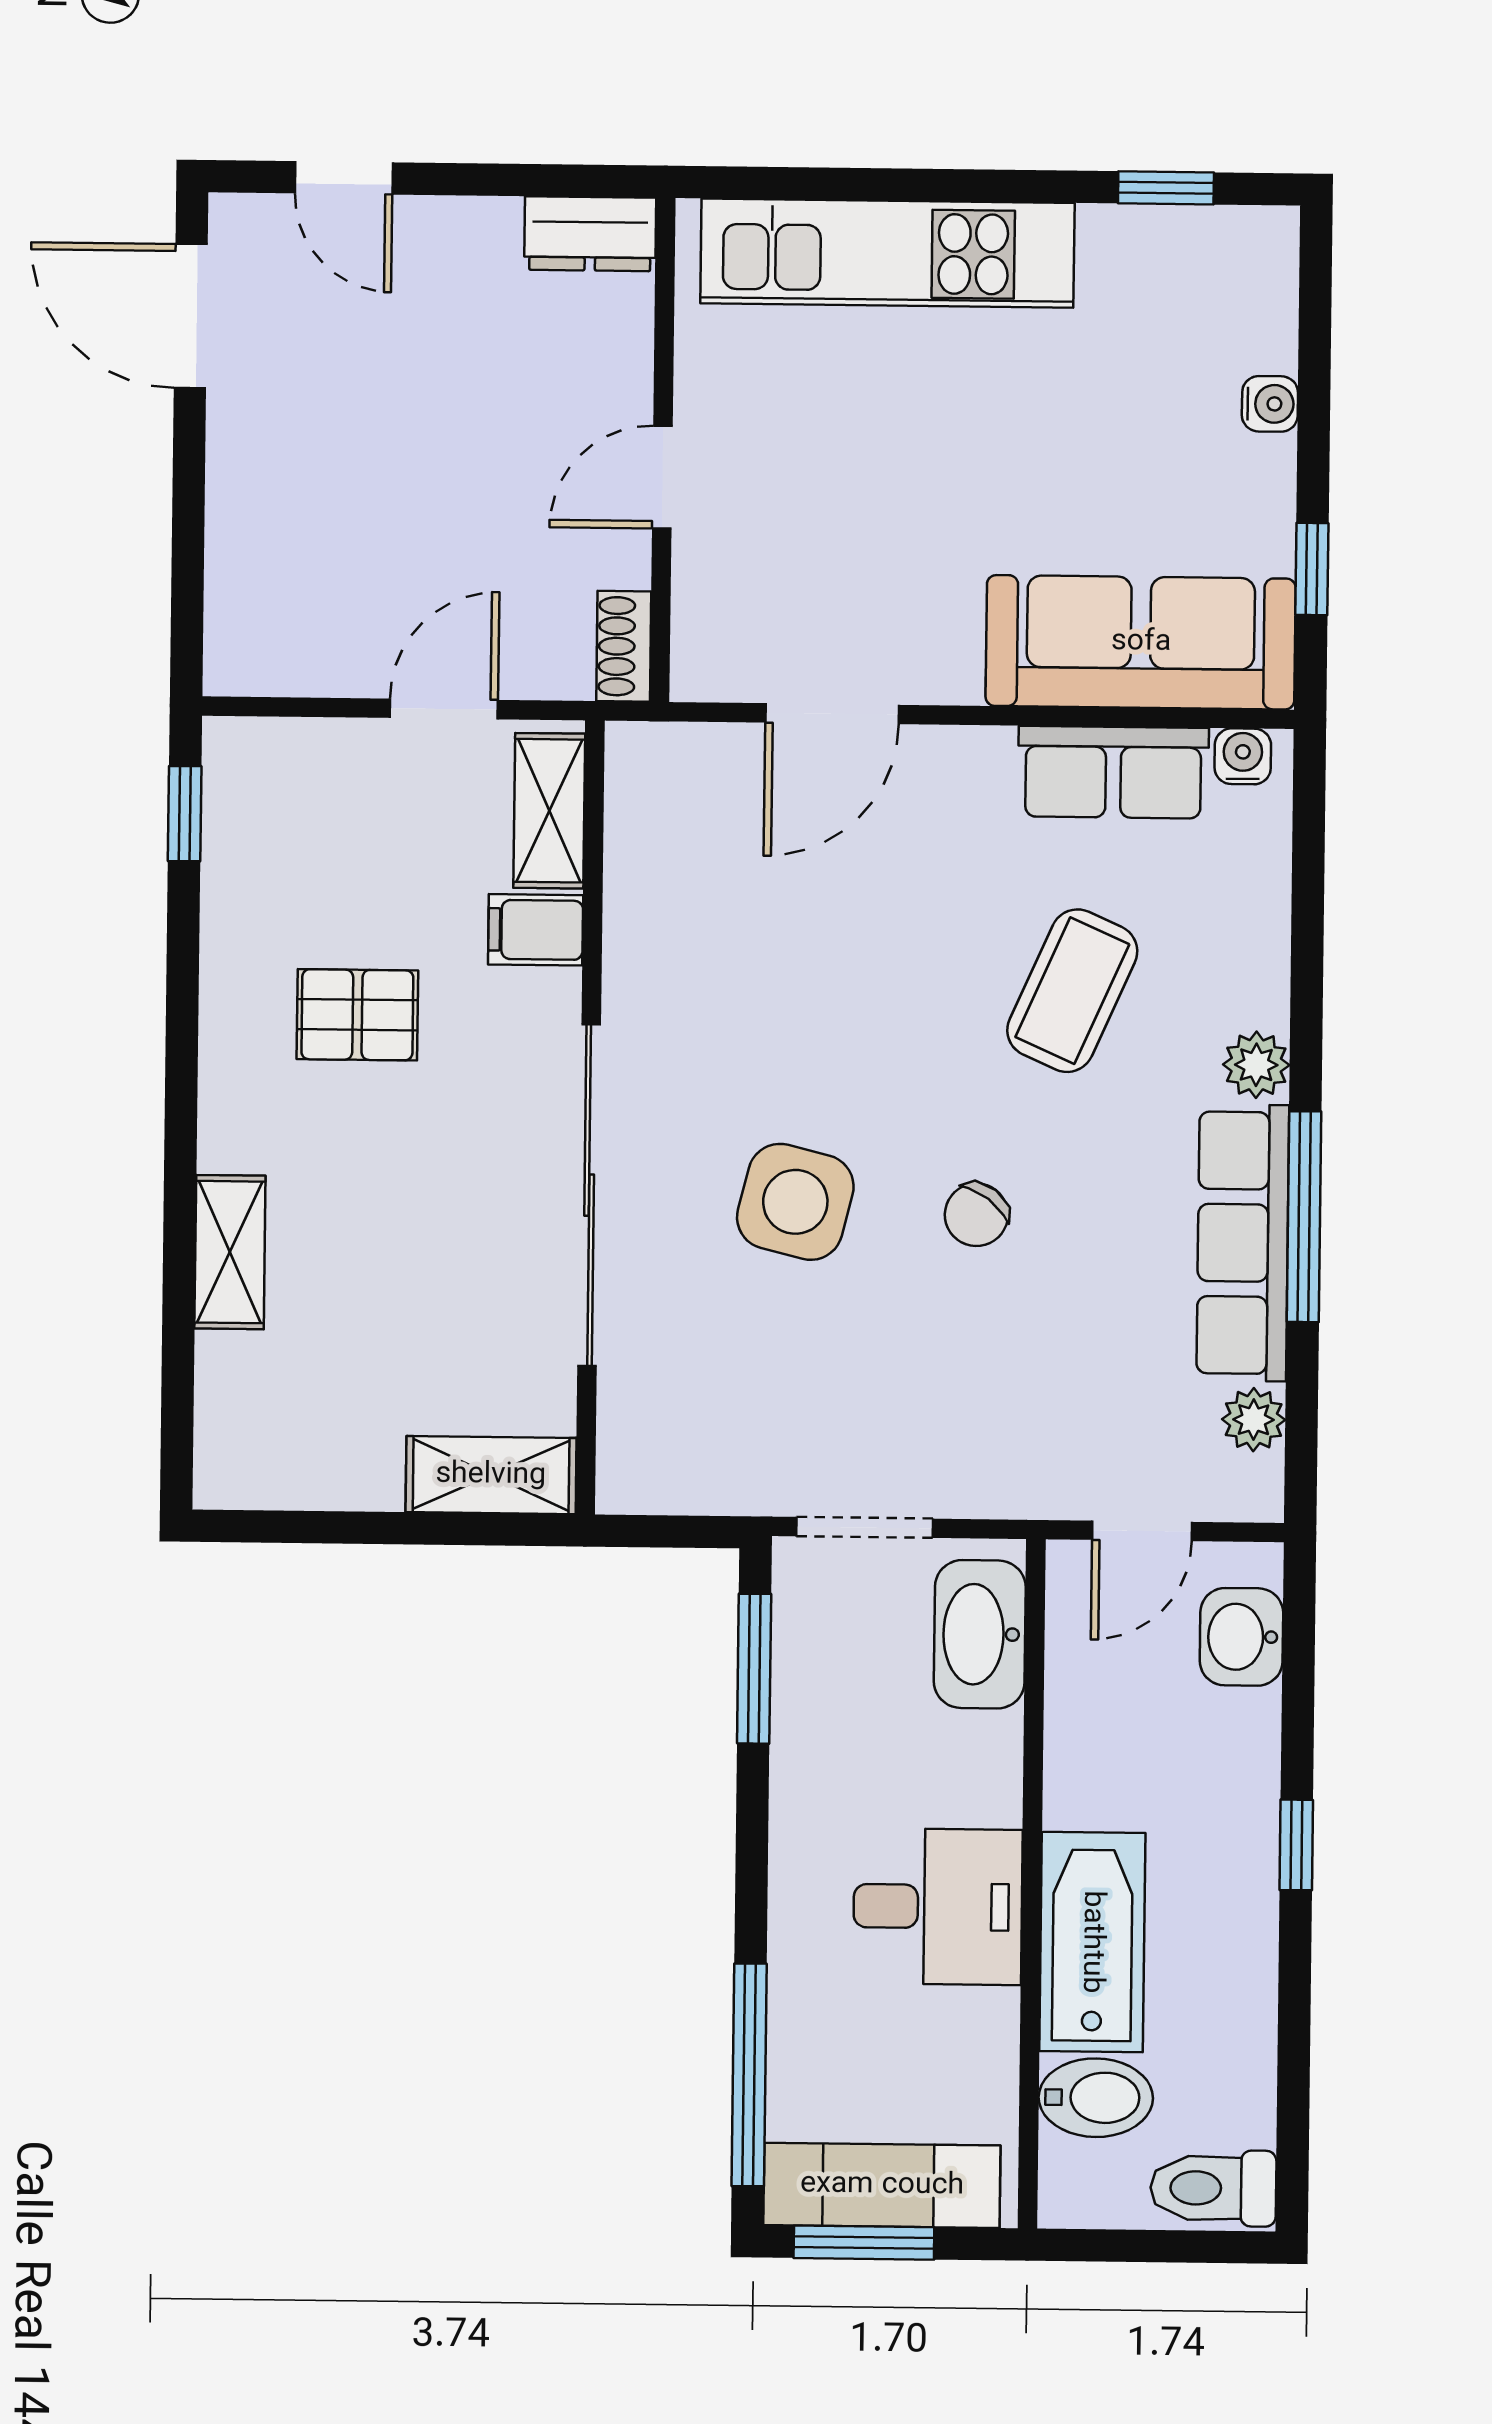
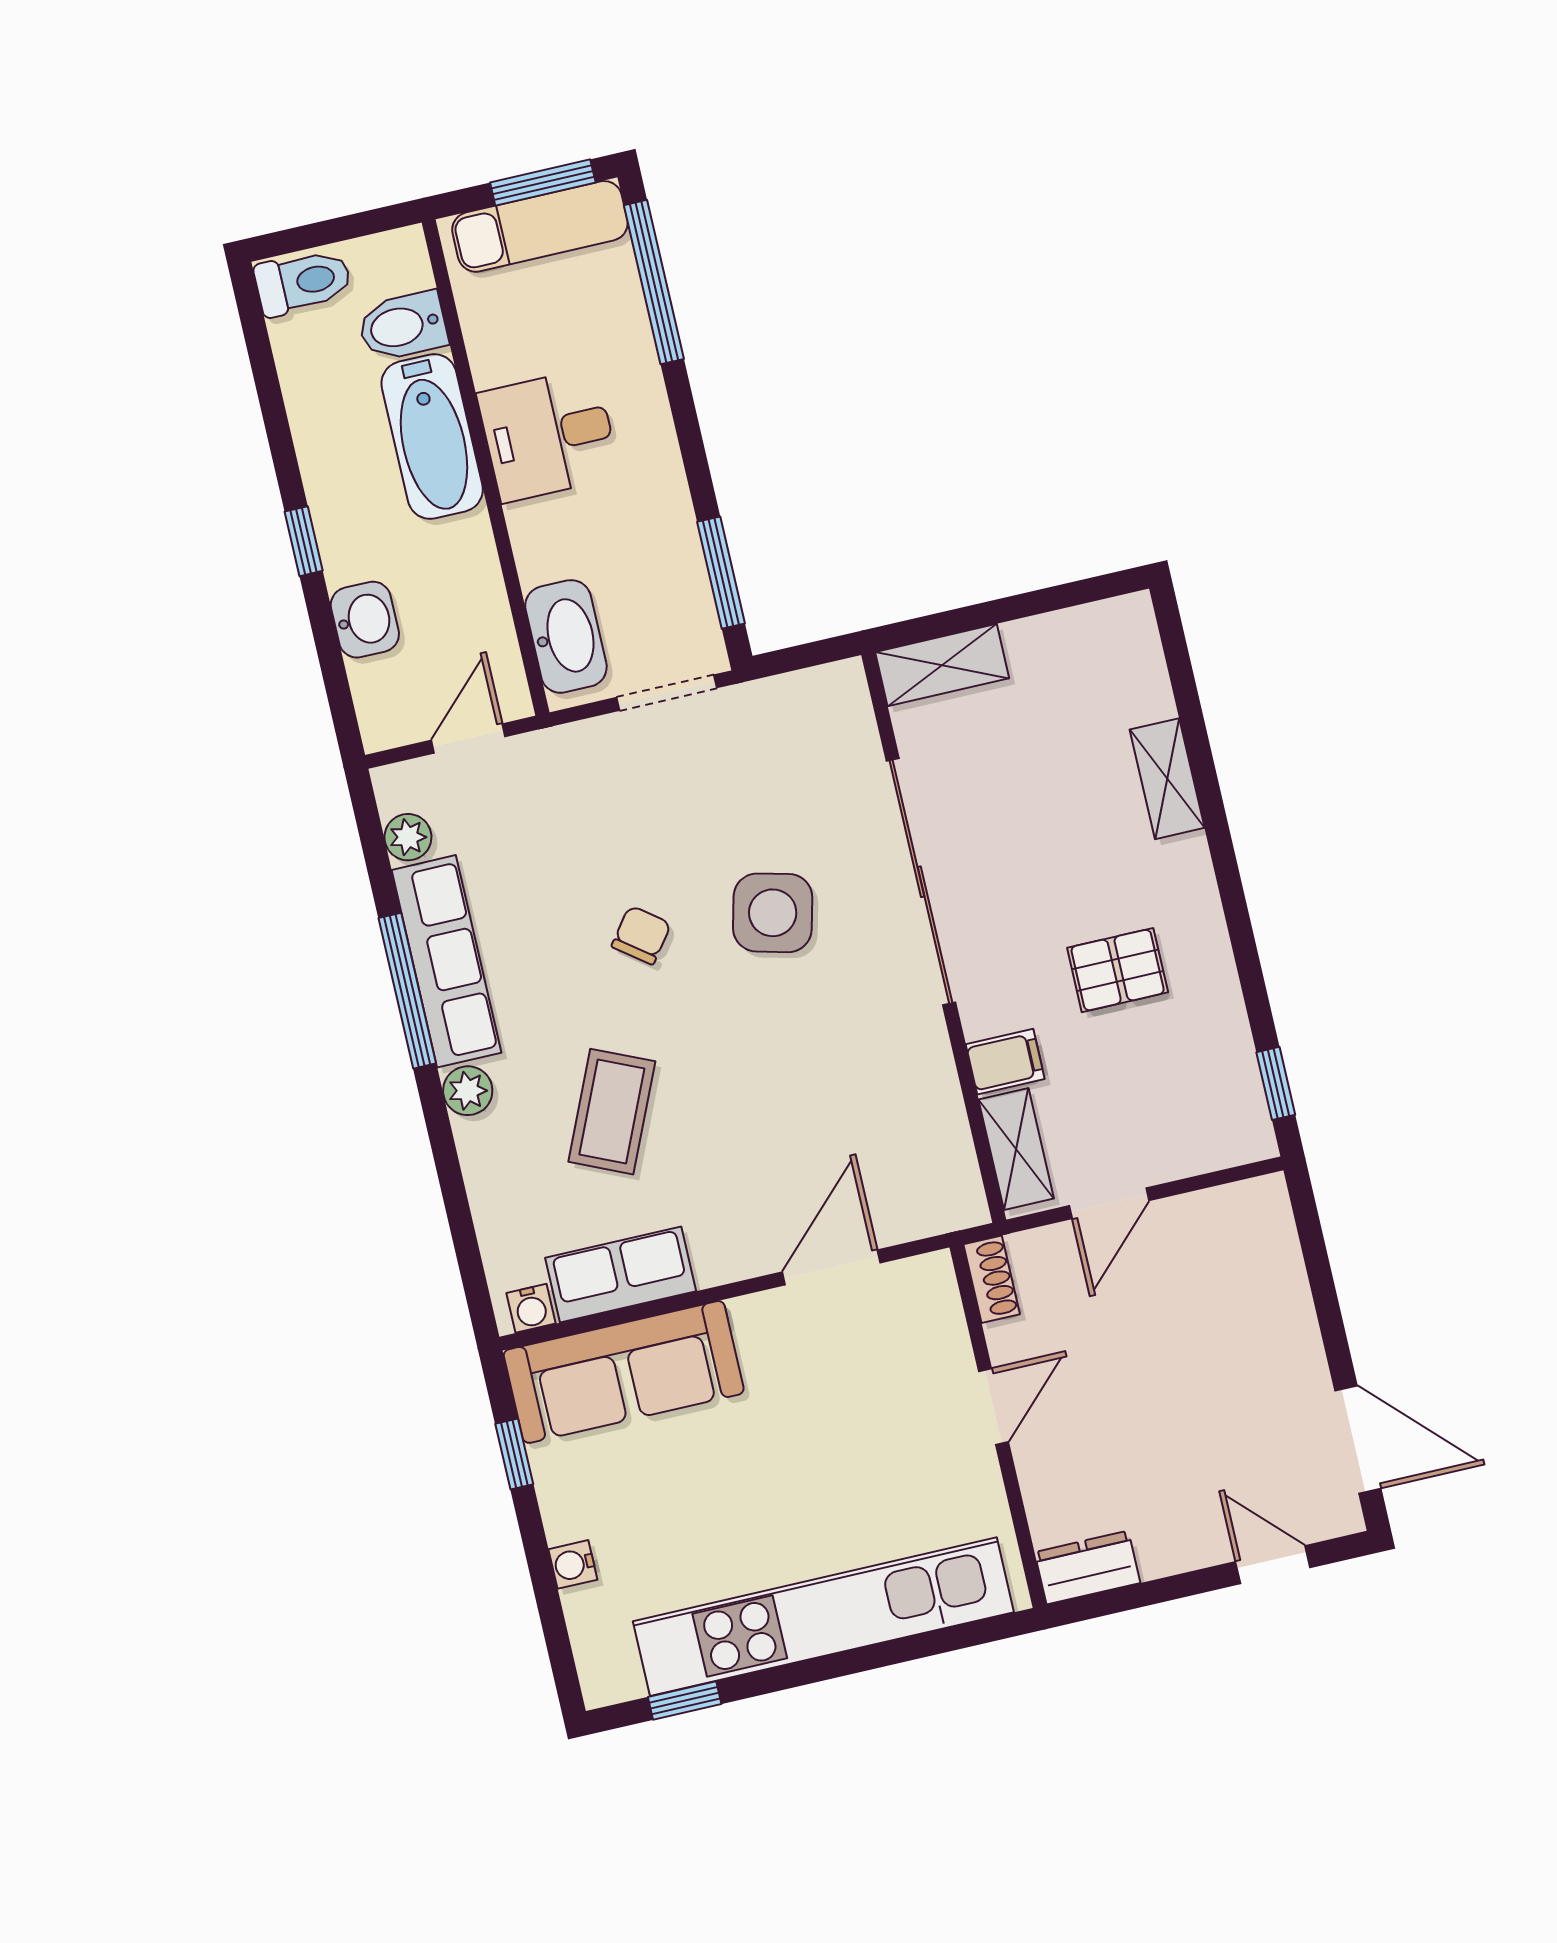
kitchen unit: (887, 253) -> (823, 1617), width x1.36
washbasin: (1241, 1637) -> (365, 620), moved

